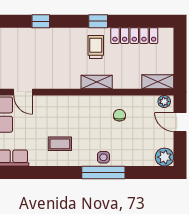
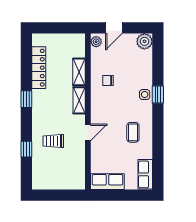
trolley: (96, 47) -> (53, 141), moved
shelving: (158, 82) -> (79, 72), moved
door: (23, 92) -> (88, 132), moved
window: (103, 173) -> (158, 94), width x0.46

